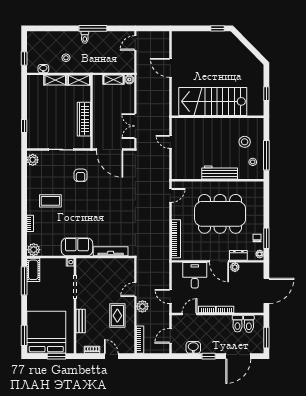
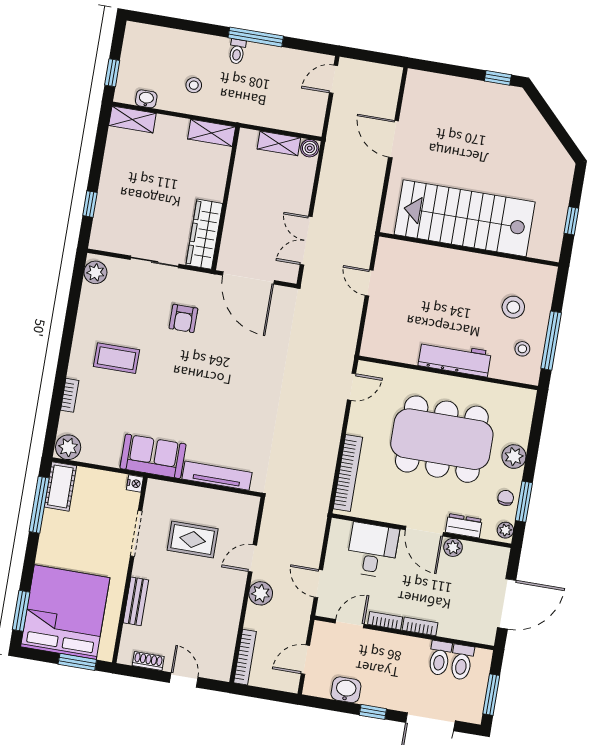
shelving: (55, 80) -> (132, 119), moved
wardrobe: (84, 119) -> (204, 234), moved
plant: (258, 216) -> (514, 457), added
rug: (117, 316) -> (193, 539), moved, turned 90

